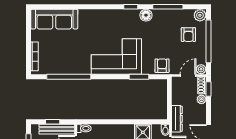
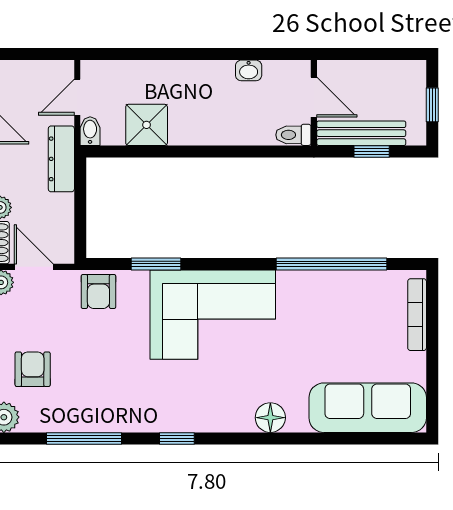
floor lamp: (146, 15) -> (270, 418), moved
door: (188, 75) -> (34, 267), swing flipped

